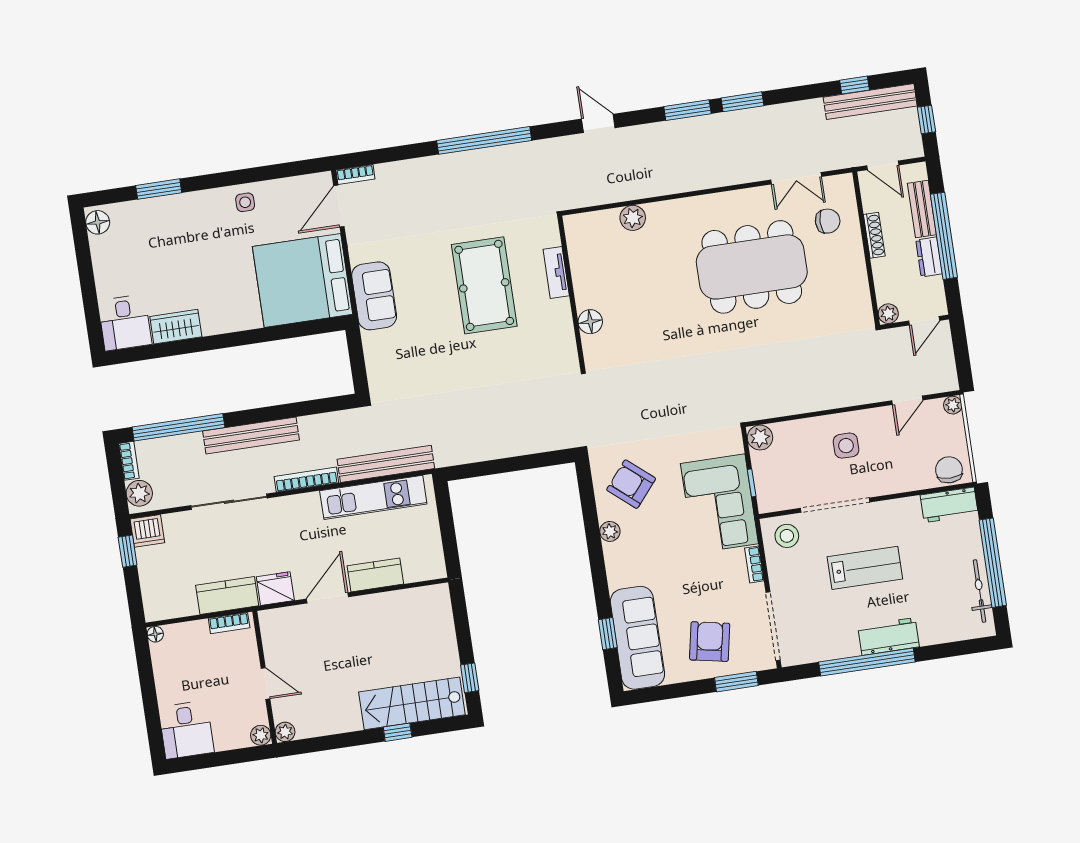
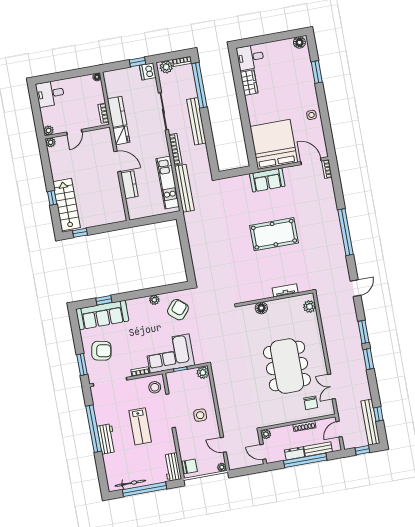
tv unit: (556, 272) -> (285, 290), moved
wall: (571, 293) -> (275, 298), moved
floor lamp: (590, 322) -> (261, 308), moved

